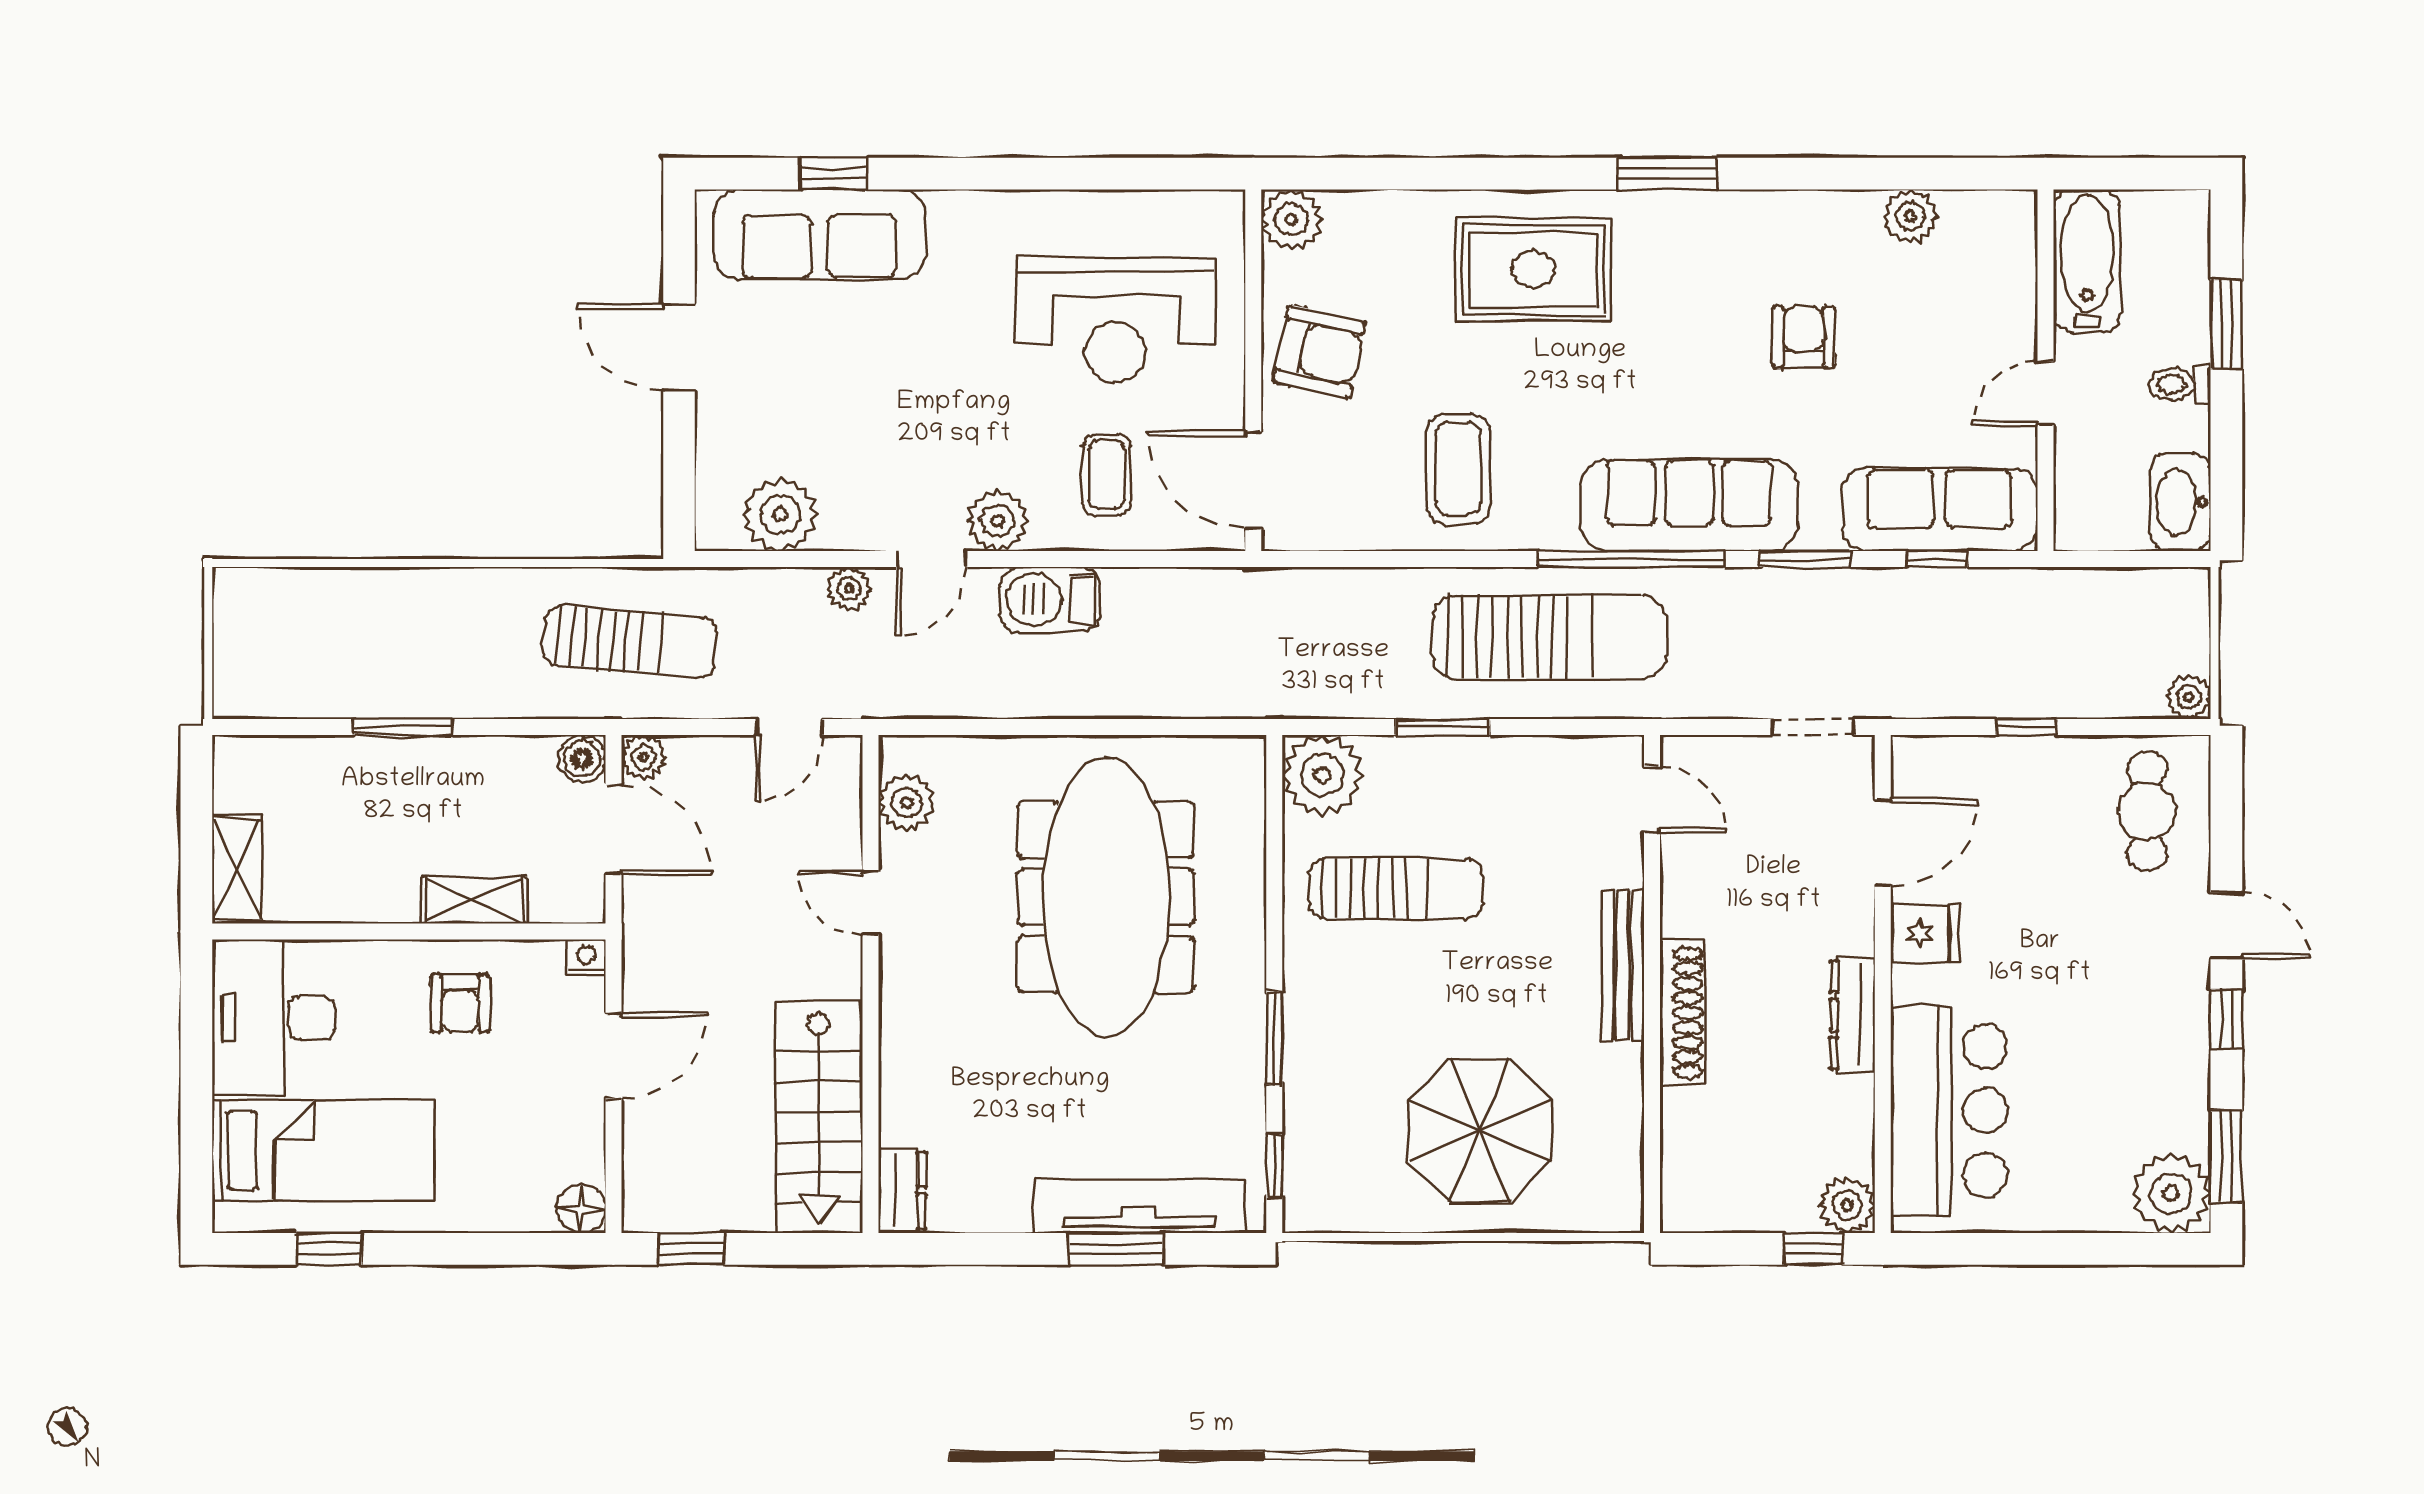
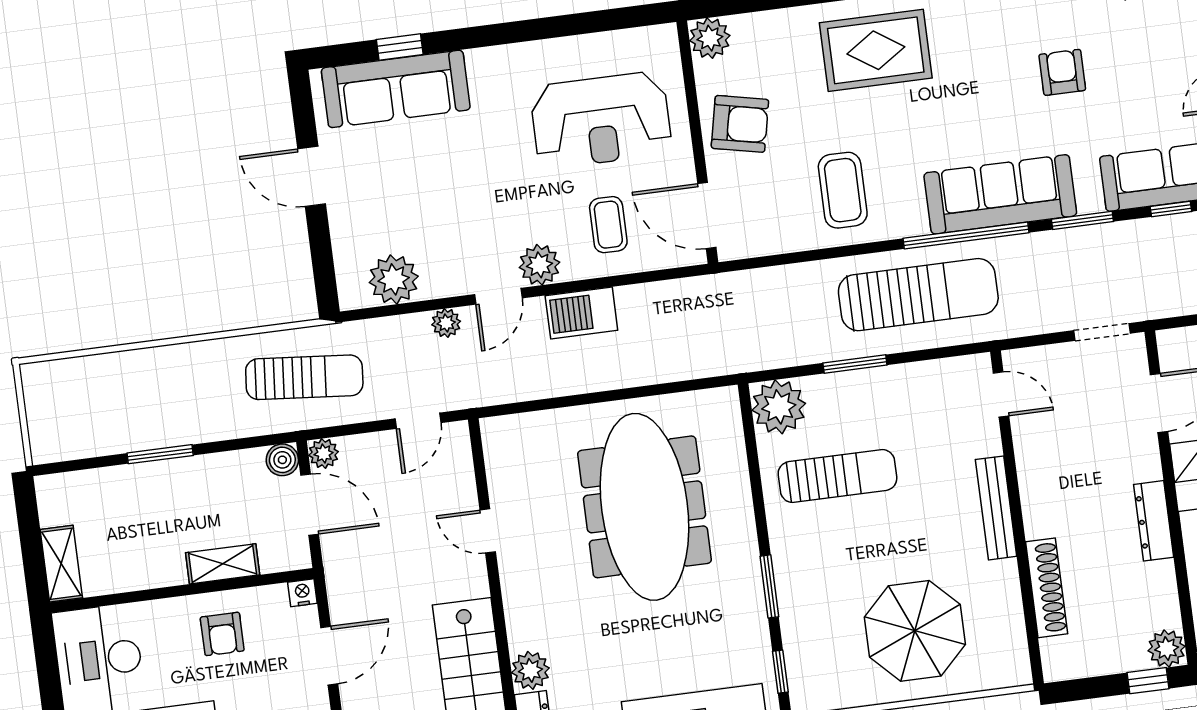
plant: (907, 802) -> (530, 670), moved
shoe rack: (1682, 1013) -> (1047, 588), moved

